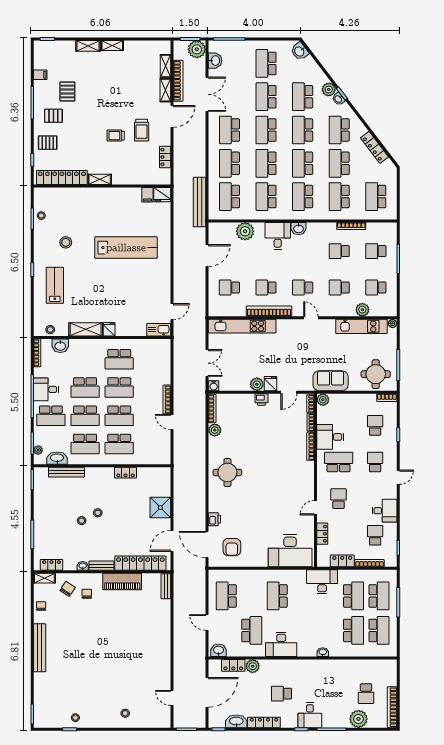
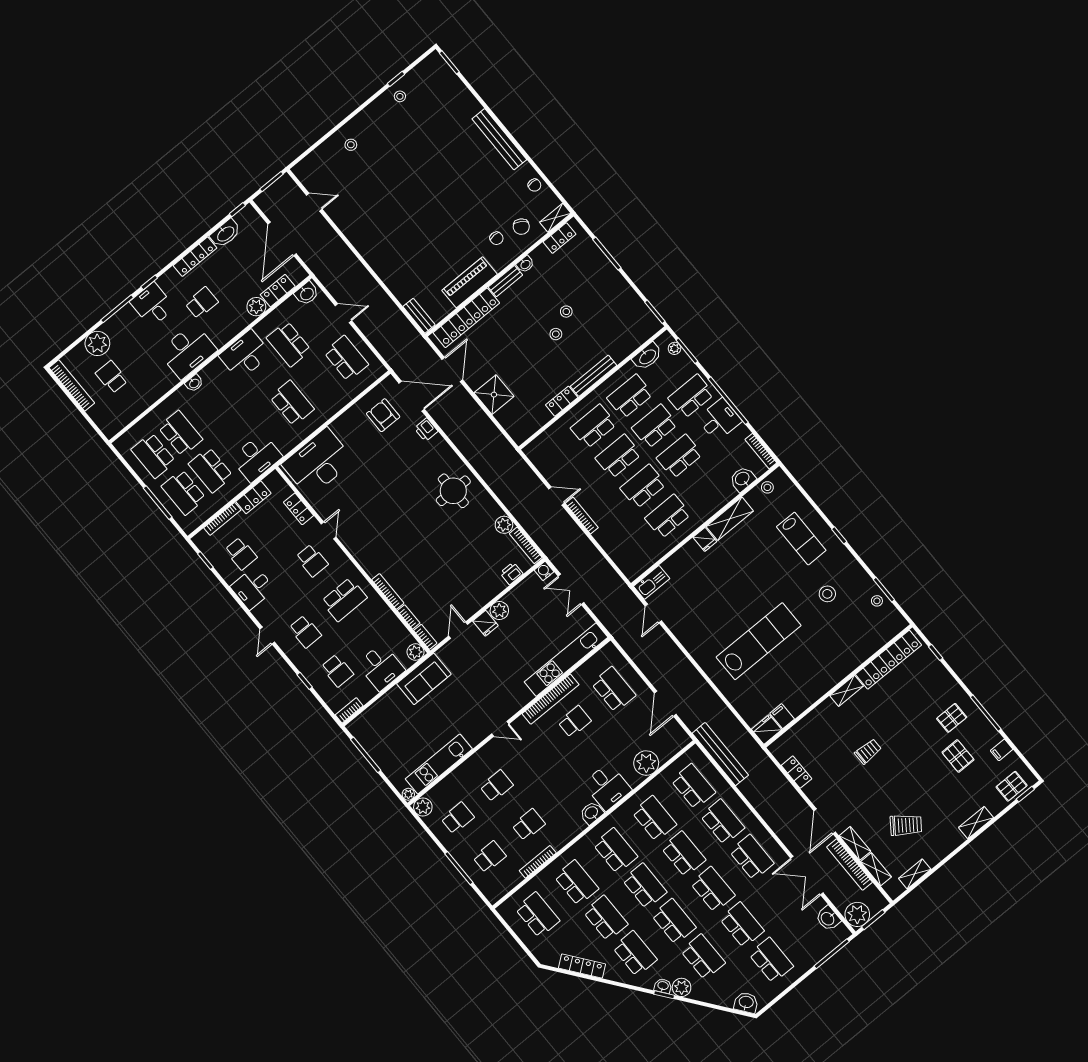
shelving: (112, 46) -> (915, 874), moved
trolley: (142, 130) -> (906, 825), moved, turned 126
pallet: (48, 143) -> (1012, 786), moved
lab bench: (126, 248) -> (759, 641), turned 180
school desk: (229, 288) -> (613, 689), width x1.85
school desk: (303, 288) -> (535, 754), removed
plant: (362, 310) -> (423, 807), moved
round table: (376, 374) -> (382, 726), removed
printer: (261, 399) -> (511, 573), moved
desk: (330, 437) -> (381, 667), moved, turned 90
bench: (66, 472) -> (594, 376), moved
school desk: (354, 630) -> (180, 433), turned 180
desk: (312, 673) -> (188, 351), added

